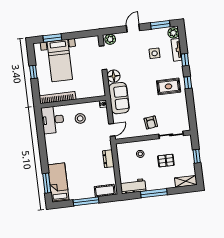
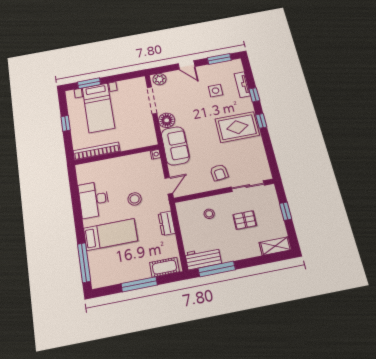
door: (133, 28) -> (187, 65), swing flipped
plant: (173, 33) -> (236, 66), removed
rug: (169, 86) -> (237, 127), width x1.36, depth x1.43
stool: (80, 118) -> (135, 199), moved
desk: (53, 120) -> (94, 199), moved
window: (47, 183) -> (84, 263), width x1.44
bed: (58, 183) -> (111, 235), moved, turned 90
window: (154, 193) -> (217, 269), moved

